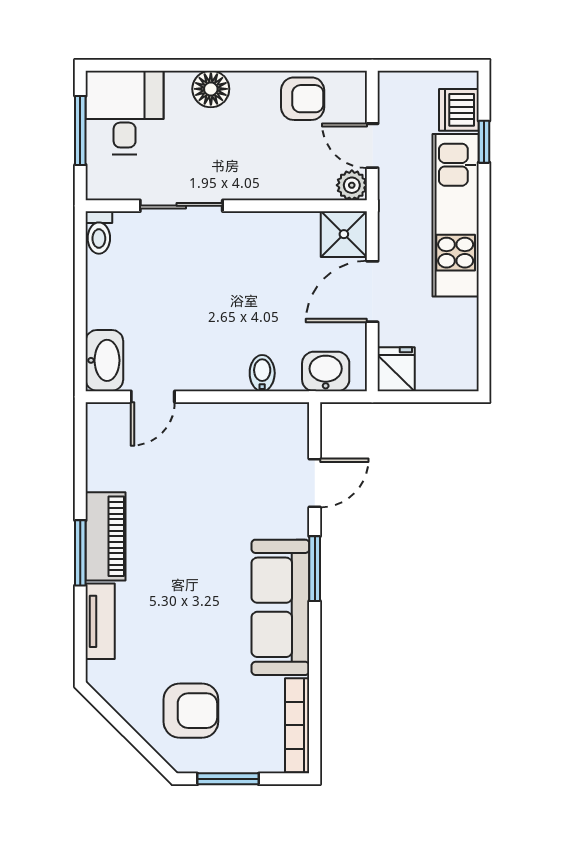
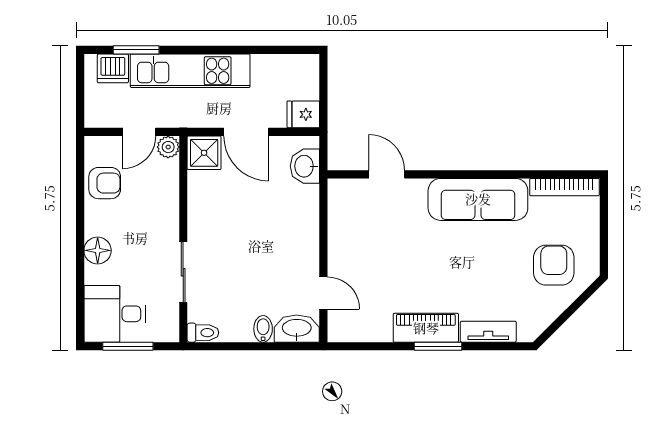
armchair: (303, 99) -> (105, 183), turned 90
window: (484, 142) -> (136, 50), width x1.50
bidet: (262, 373) -> (263, 329), moved, turned 90
window: (315, 569) -> (450, 174), removed
window: (228, 779) -> (604, 238), removed

